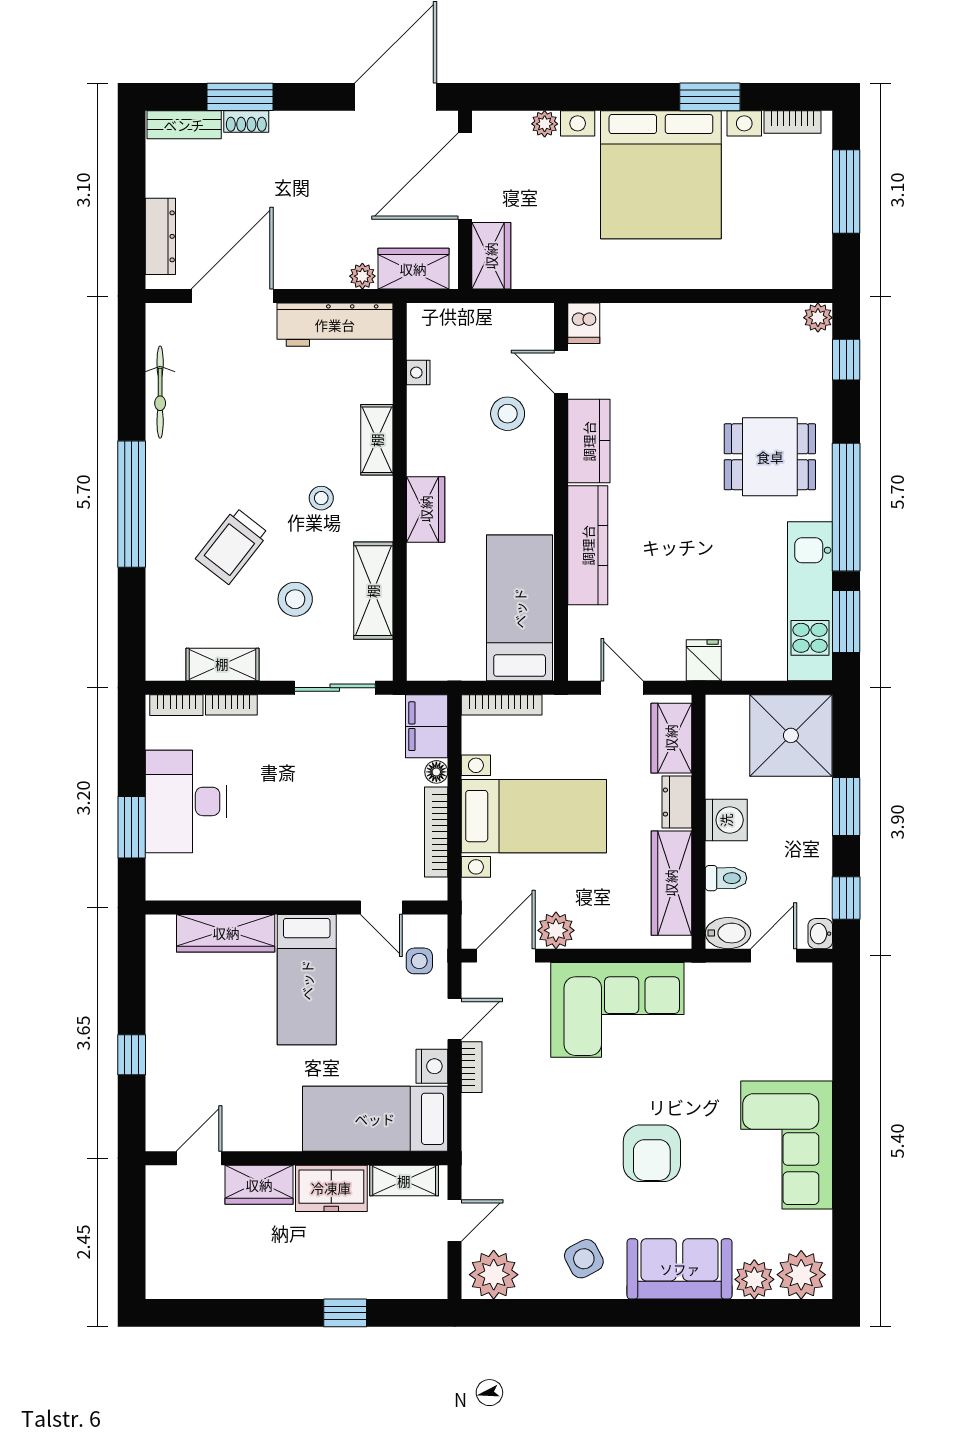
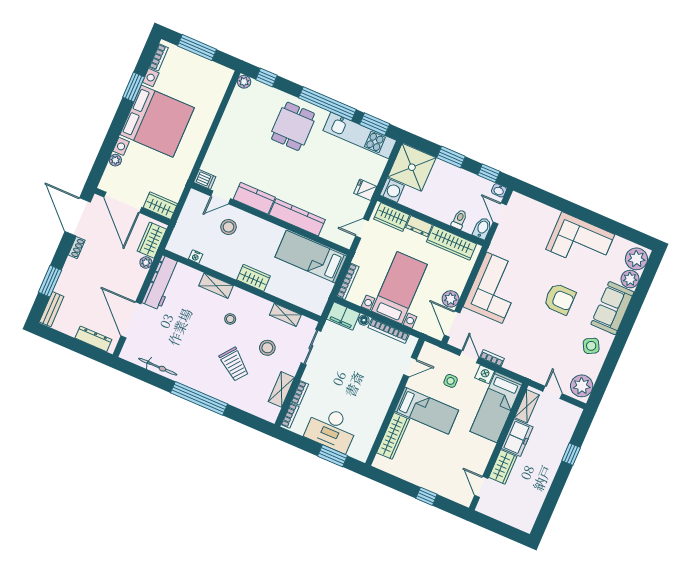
shoe rack: (246, 121) -> (77, 248), moved
shelving: (373, 591) -> (285, 315), width x0.67, depth x0.75
washing machine: (726, 820) -> (392, 190), moved, turned 90
side table: (419, 961) -> (451, 381), moved

